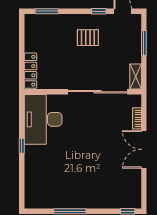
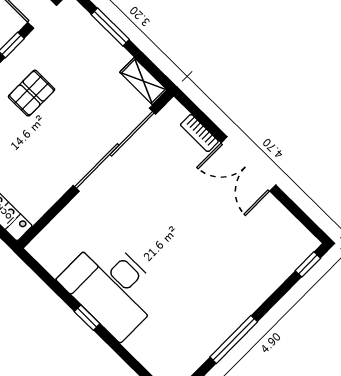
desk: (43, 119) -> (112, 287), moved

